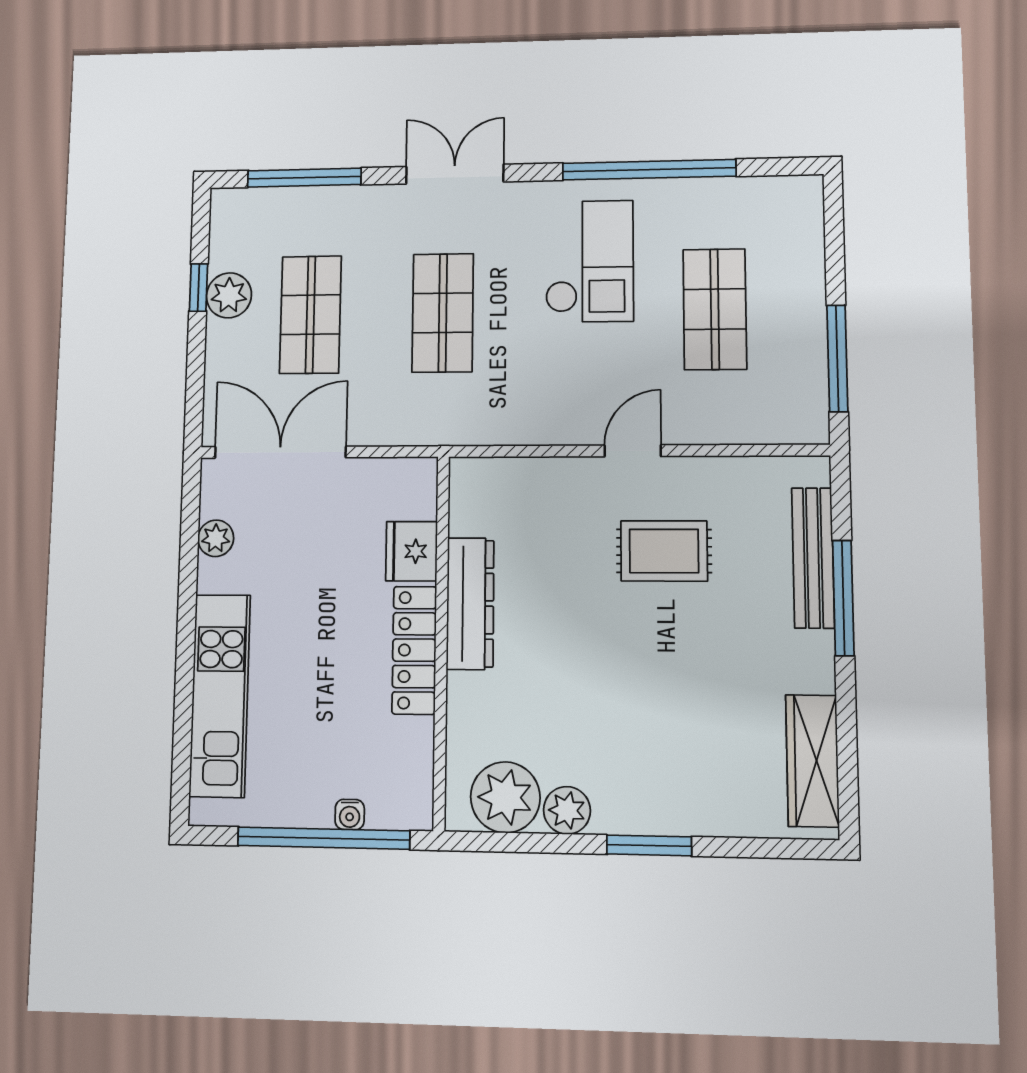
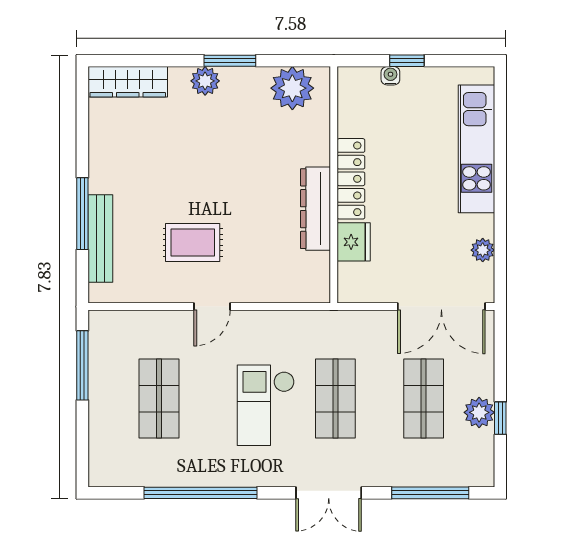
checkout: (589, 261) -> (266, 405), moved
wardrobe: (812, 761) -> (128, 82), moved, turned 90
plant: (567, 810) -> (205, 81), moved
window: (324, 838) -> (407, 61), width x0.32
window: (649, 845) -> (230, 61), moved

